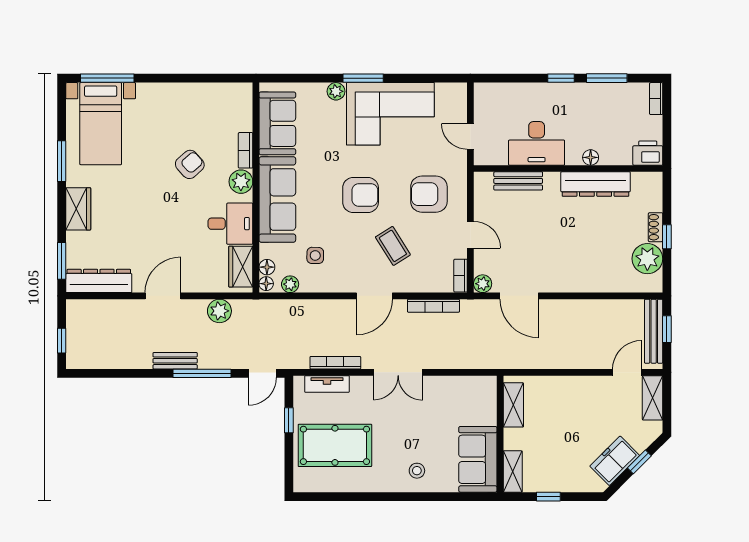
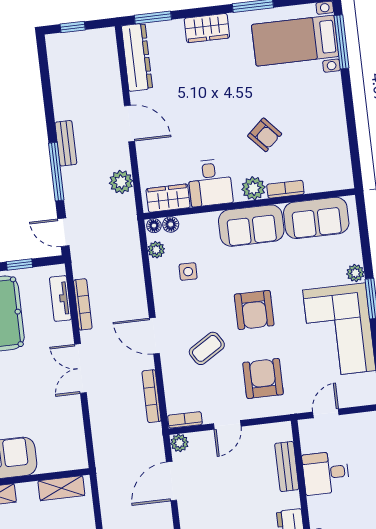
desk: (537, 143) -> (326, 473), width x0.73
sofa: (277, 199) -> (251, 226), width x0.73

